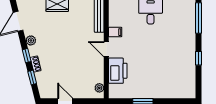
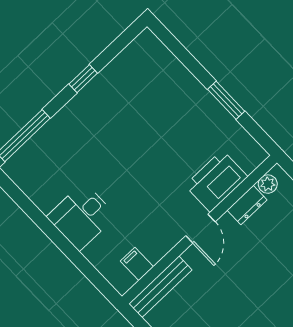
filing cabinet: (115, 32) -> (137, 264), moved
dresser: (99, 74) -> (247, 205), added

